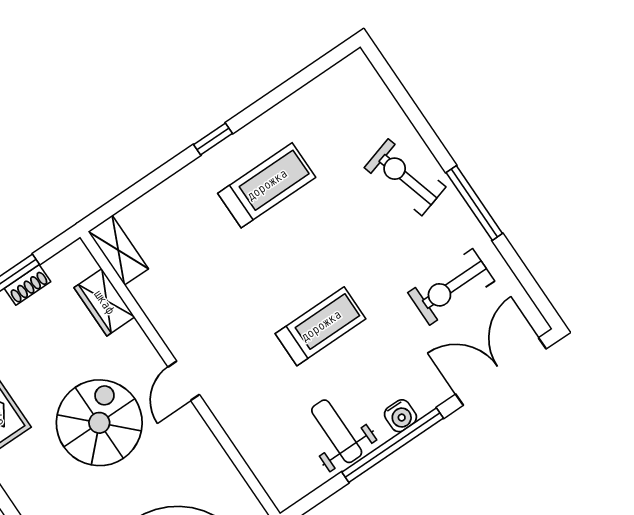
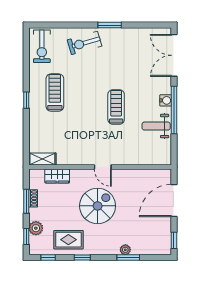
window: (474, 203) -> (110, 25), width x0.69
exercise bike: (451, 287) -> (42, 46), moved
spiral stairs: (99, 423) -> (98, 206), turned 90

